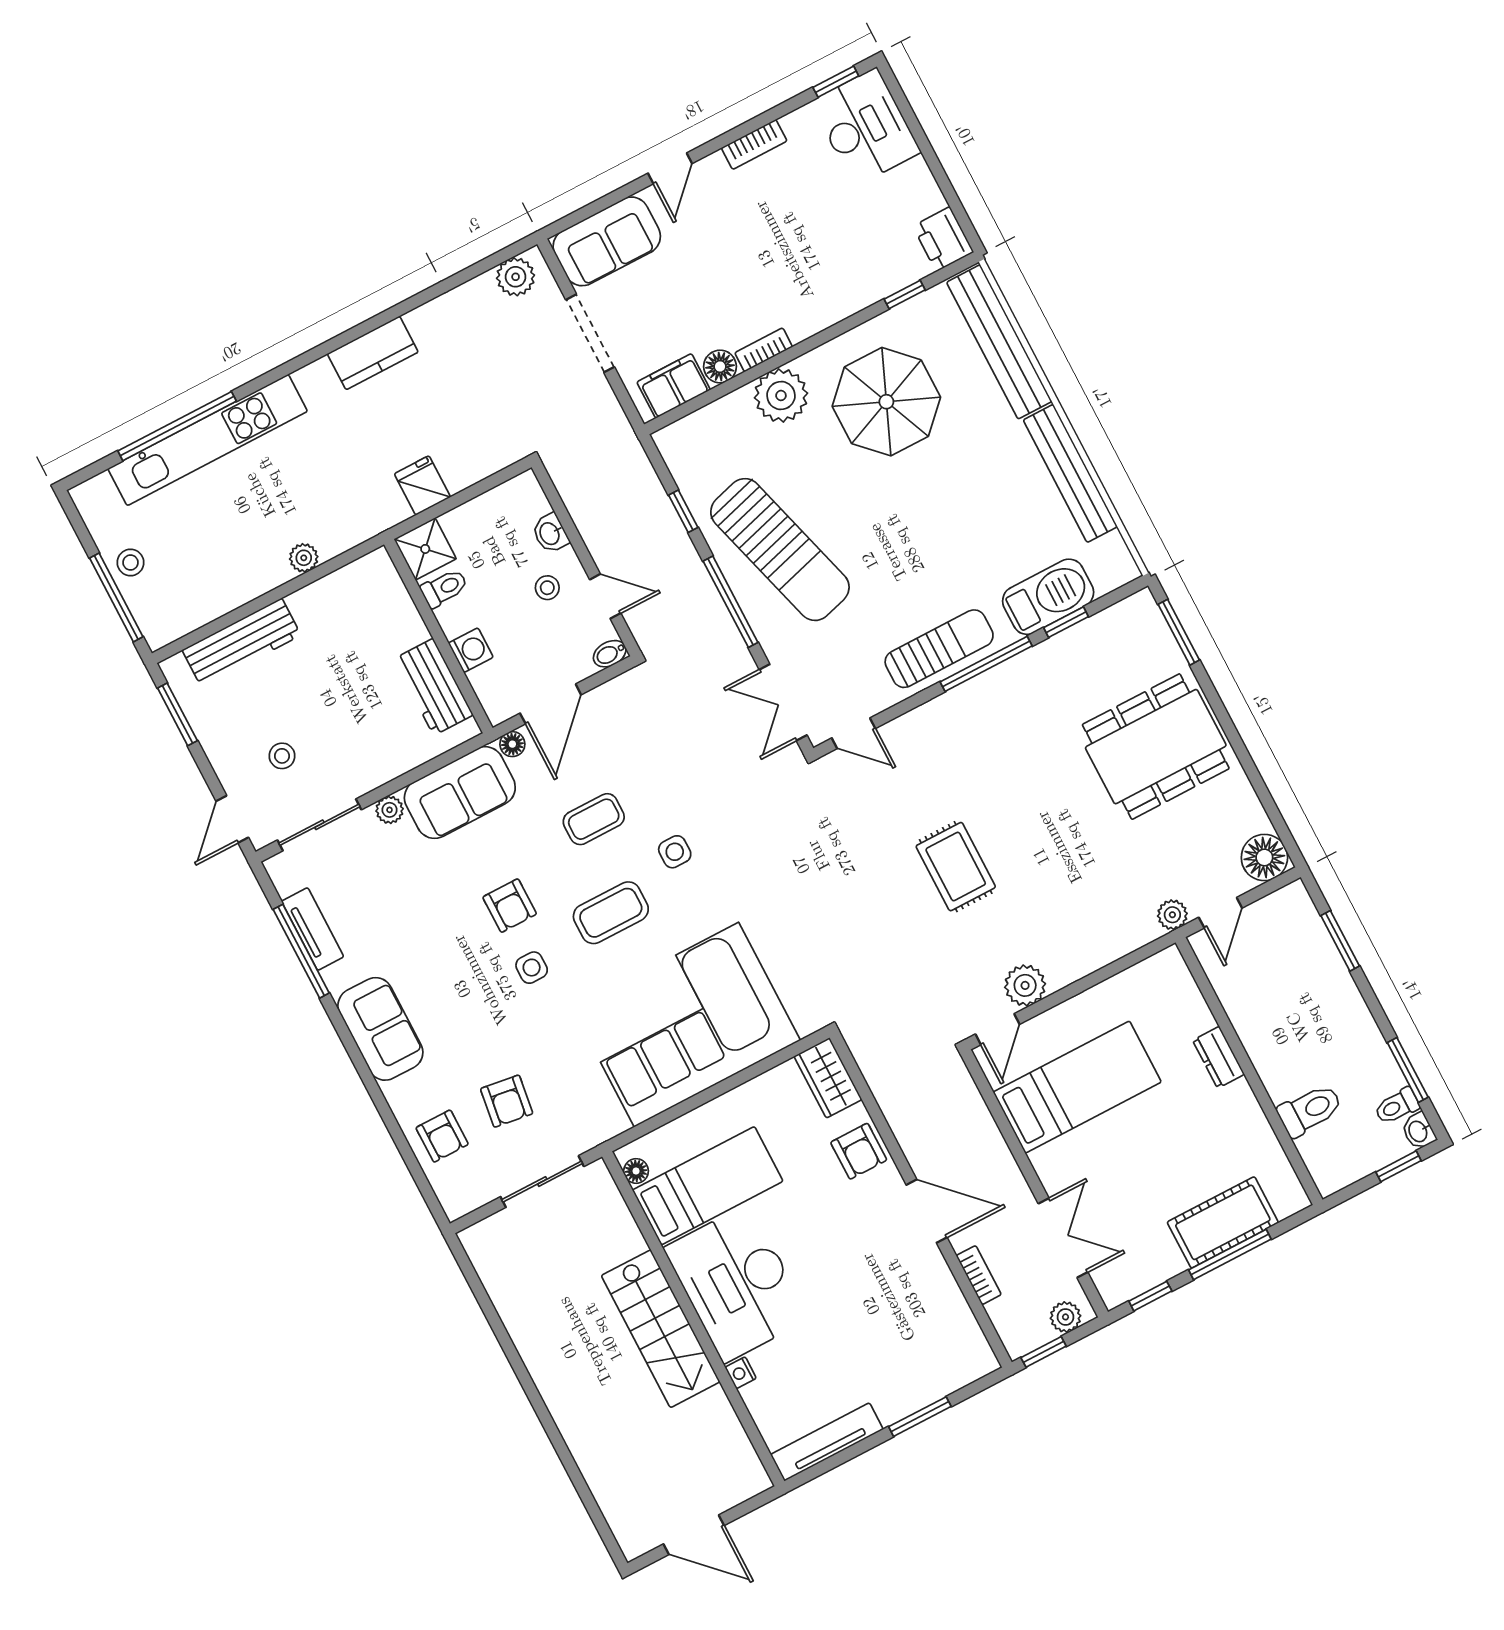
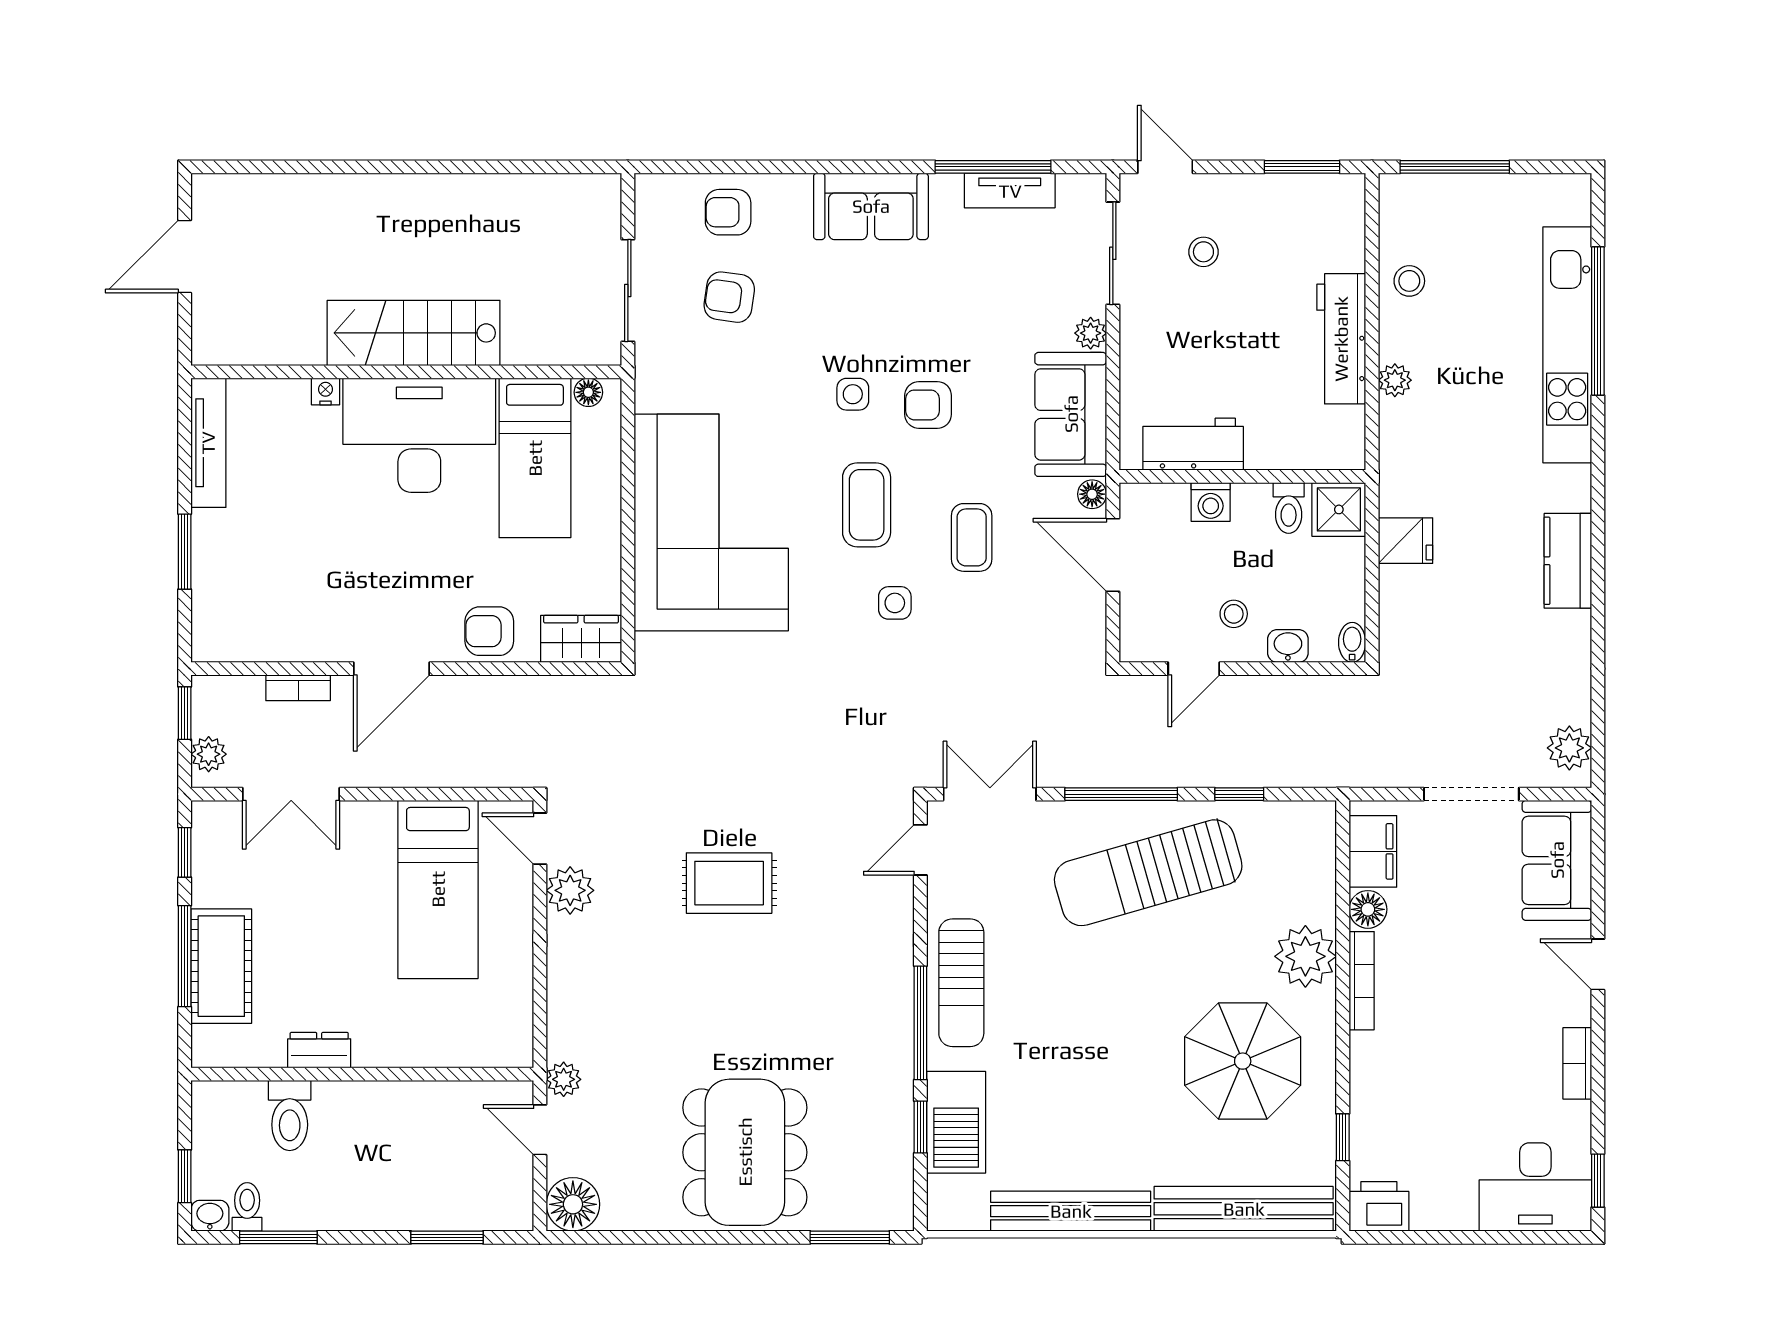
bookcase: (764, 350) -> (1362, 981), width x1.56
stool: (131, 562) -> (1409, 281), moved
workbench: (242, 643) -> (1341, 339), moved
bidet: (610, 654) -> (1352, 642), moved
dresser: (1219, 1057) -> (319, 1050), moved

